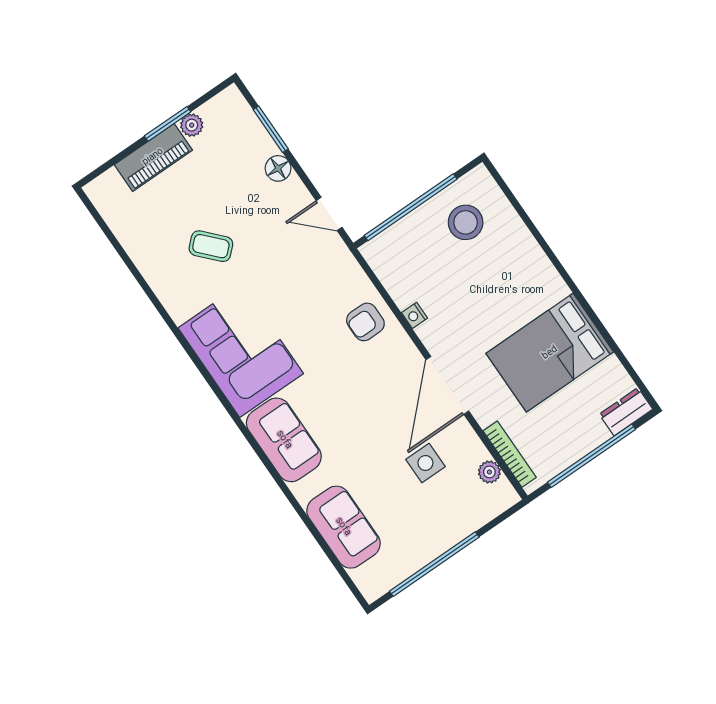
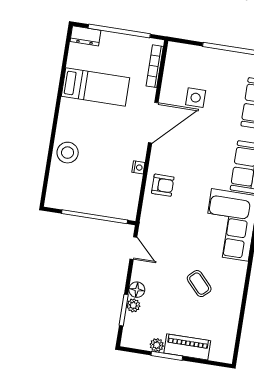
stool: (466, 222) -> (68, 153), moved
bed: (550, 353) -> (95, 87), width x0.67
plant: (489, 472) -> (133, 305), moved

